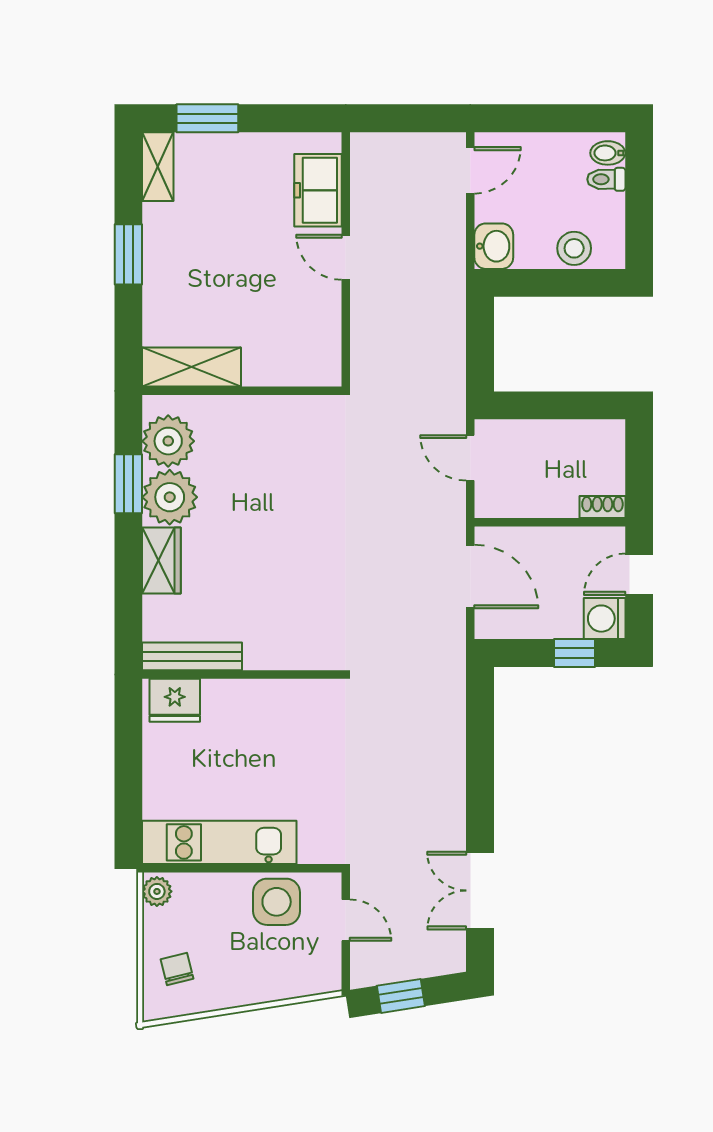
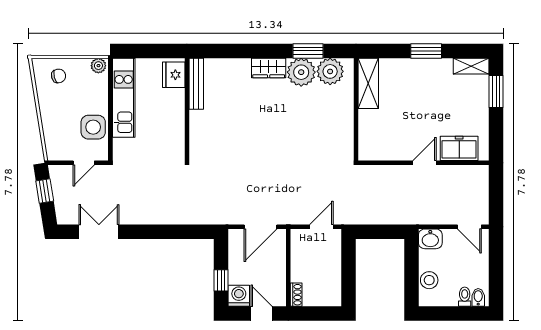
bench: (192, 656) -> (196, 84), moved
wall: (242, 675) -> (187, 109), moved
fridge: (175, 700) -> (174, 75), moved

